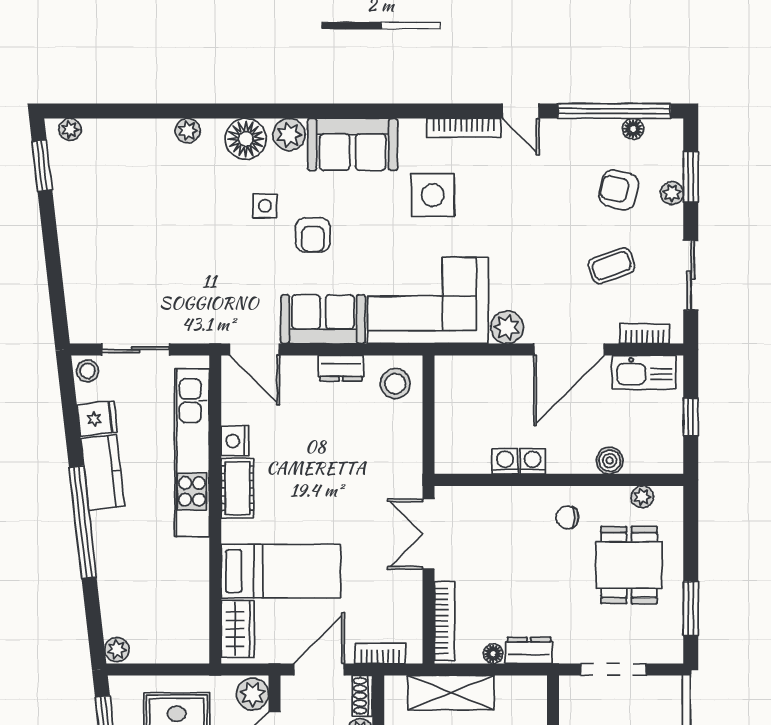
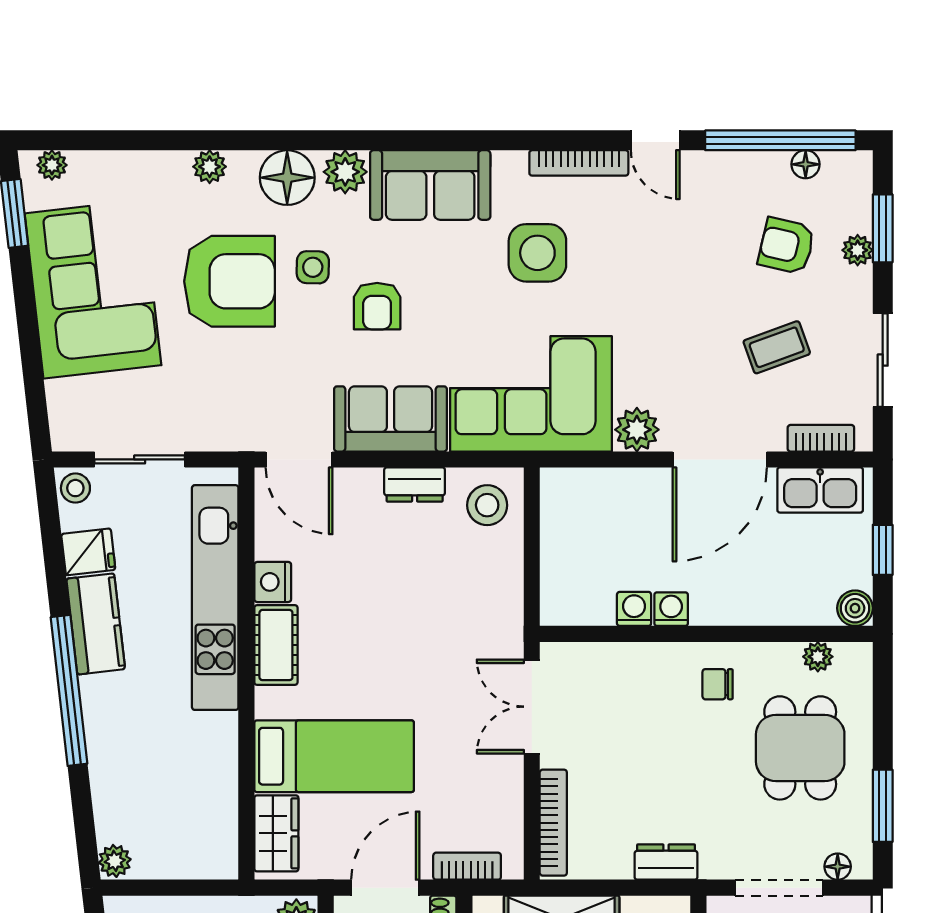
armchair: (203, 216) -> (229, 281), added
corner sofa: (101, 222) -> (93, 289), added
boiler: (610, 461) -> (855, 608), moved
floor lamp: (493, 654) -> (838, 867), moved

